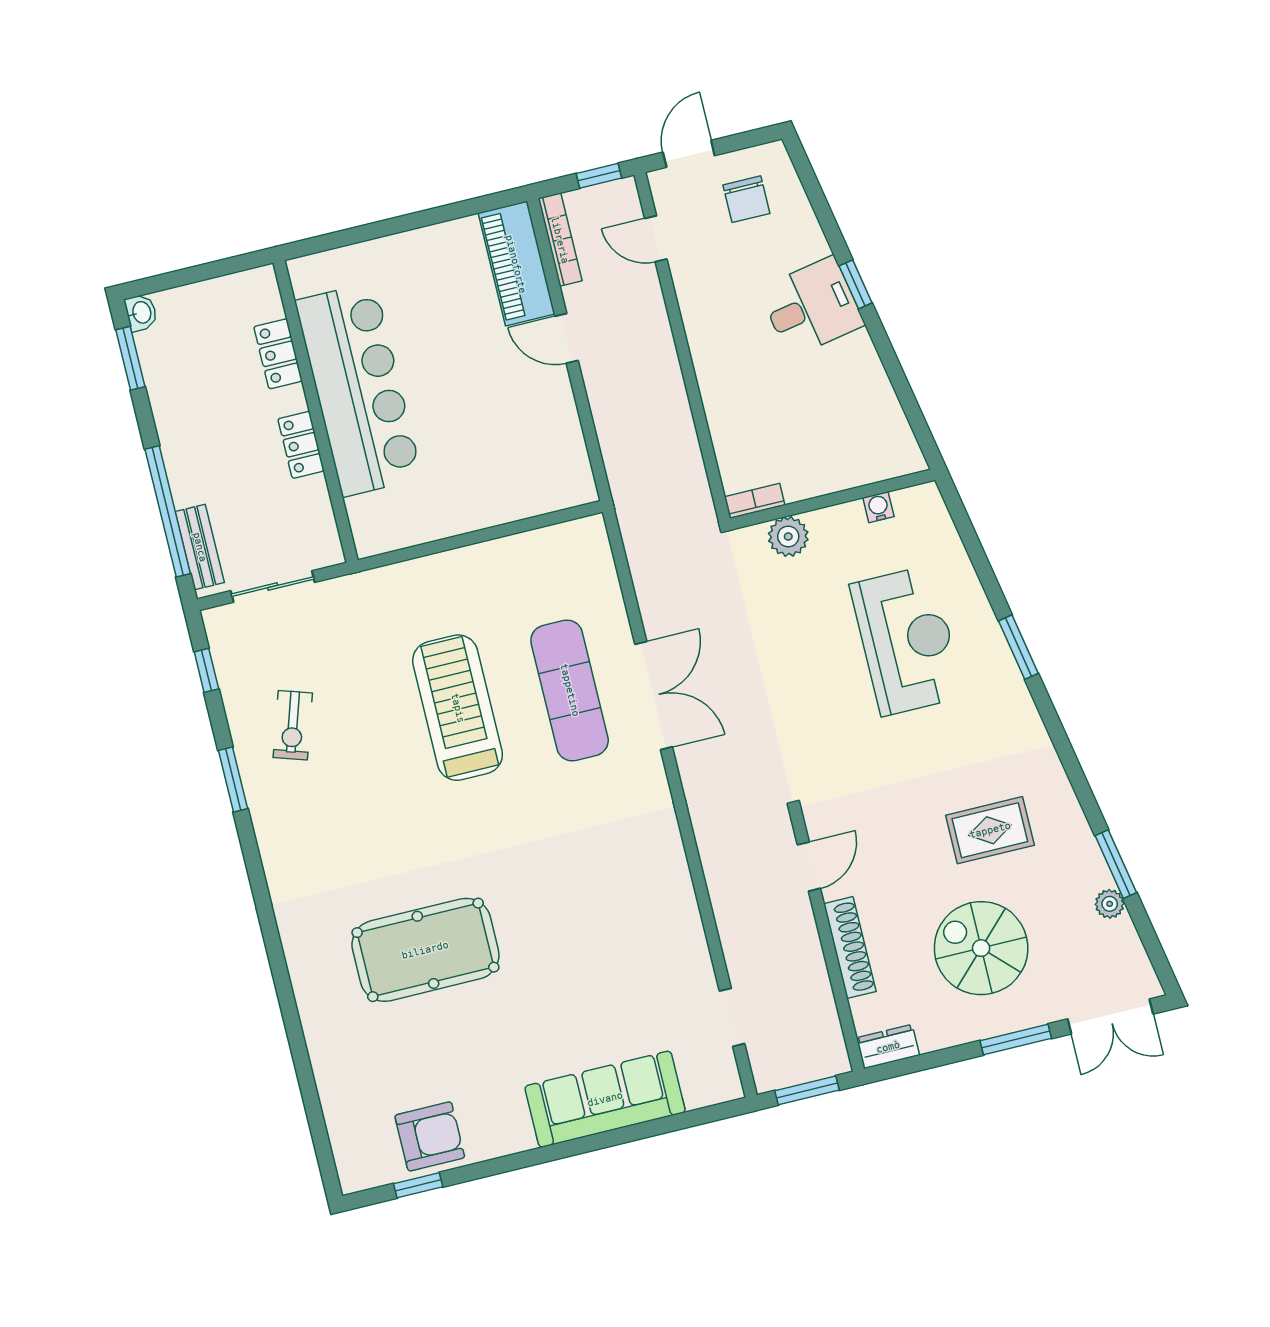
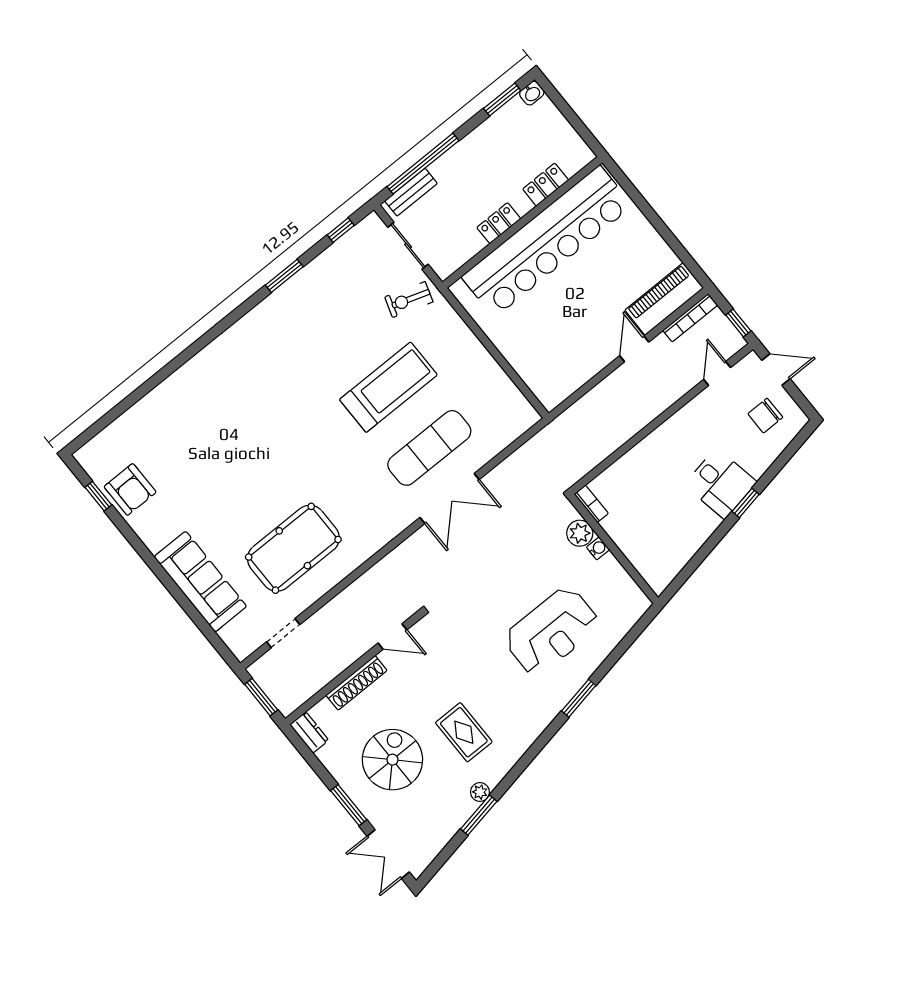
bar counter: (358, 389) -> (547, 241), width x1.36
water cooler: (878, 507) -> (598, 548), moved
exercise bike: (293, 725) -> (409, 299), moved
plant: (1110, 904) -> (480, 792), moved
pool table: (425, 950) -> (293, 548), moved, turned 90

